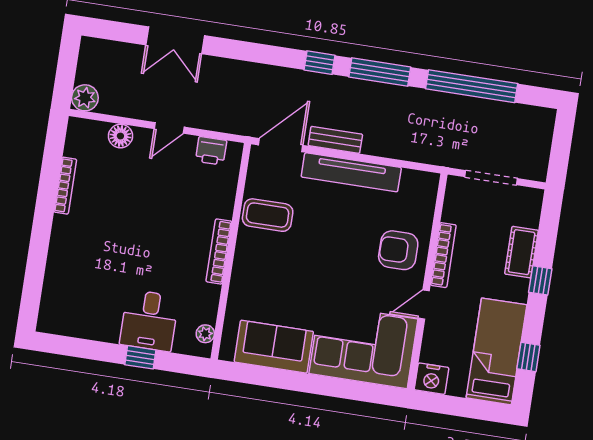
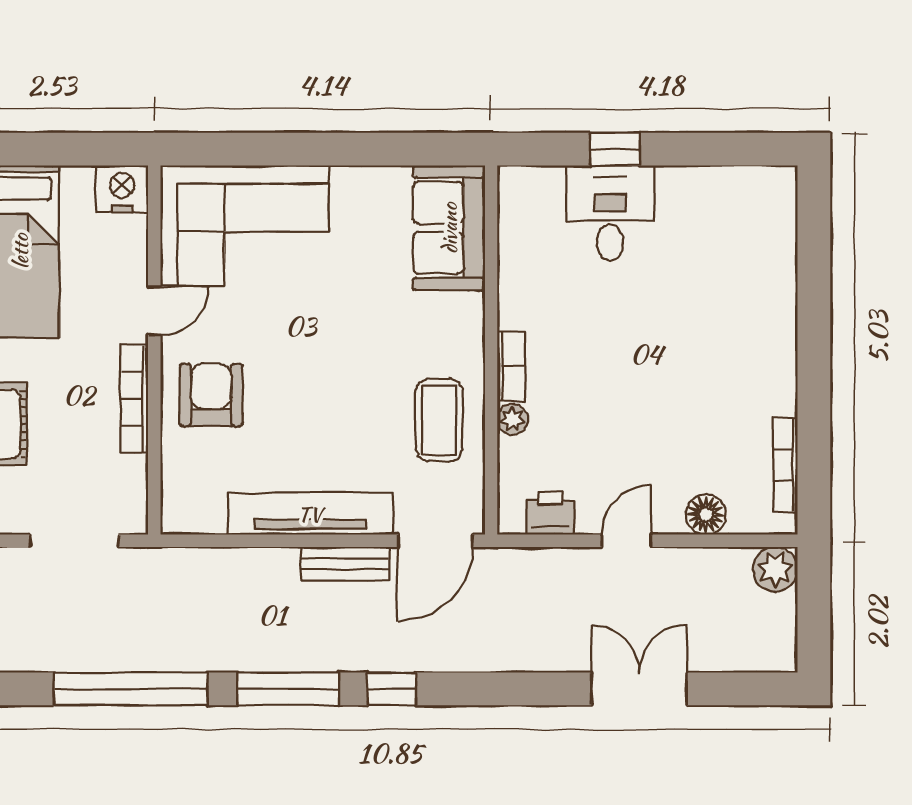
bookcase: (65, 186) -> (785, 465), moved
coffee table: (268, 215) -> (439, 420), turned 90
armchair: (398, 250) -> (211, 395), turned -90
bookcase: (219, 251) -> (511, 366), width x0.64
plant: (205, 334) -> (513, 419), moved
sofa: (274, 347) -> (449, 228), moved, turned 90

